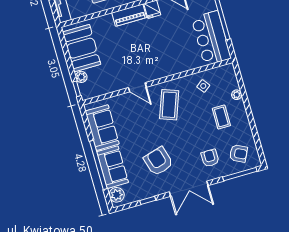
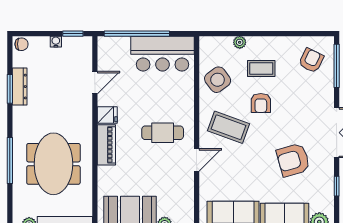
cafe table: (151, 55) -> (163, 133), added
side table: (203, 86) -> (218, 80), width x1.87, depth x1.87
armchair: (210, 158) -> (261, 103), moved, turned -90

